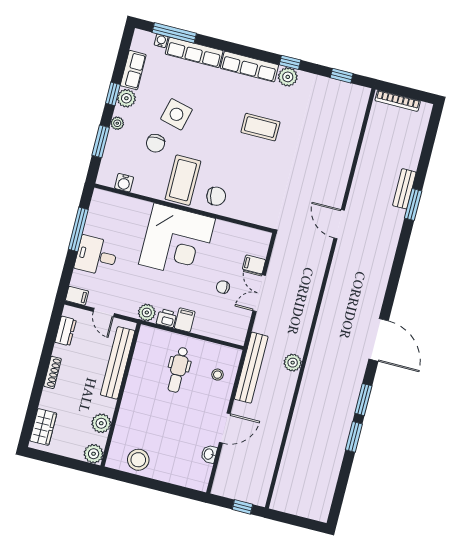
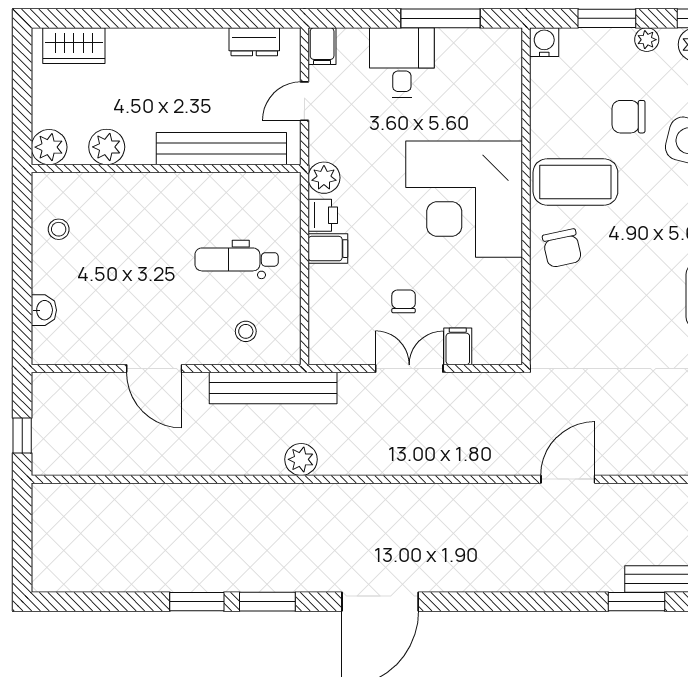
water cooler: (124, 183) -> (544, 42), moved, turned 90
shoe rack: (53, 372) -> (175, 37), removed
washbasin: (209, 454) -> (44, 310), moved, turned 90
stool: (138, 460) -> (59, 229), width x0.53, depth x0.53

